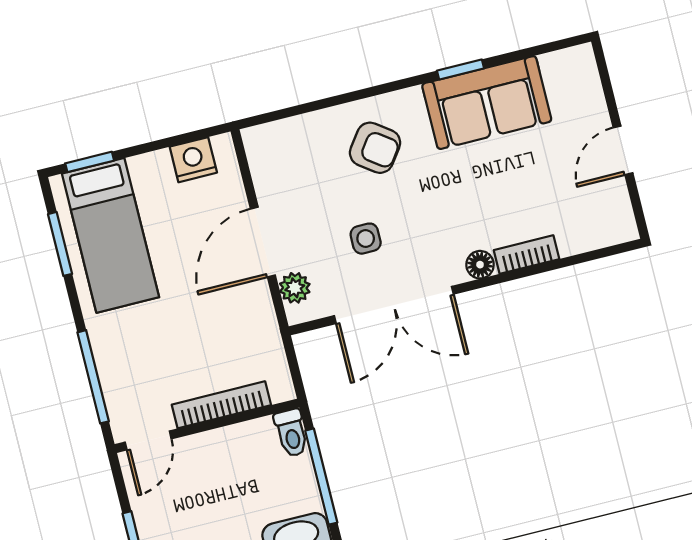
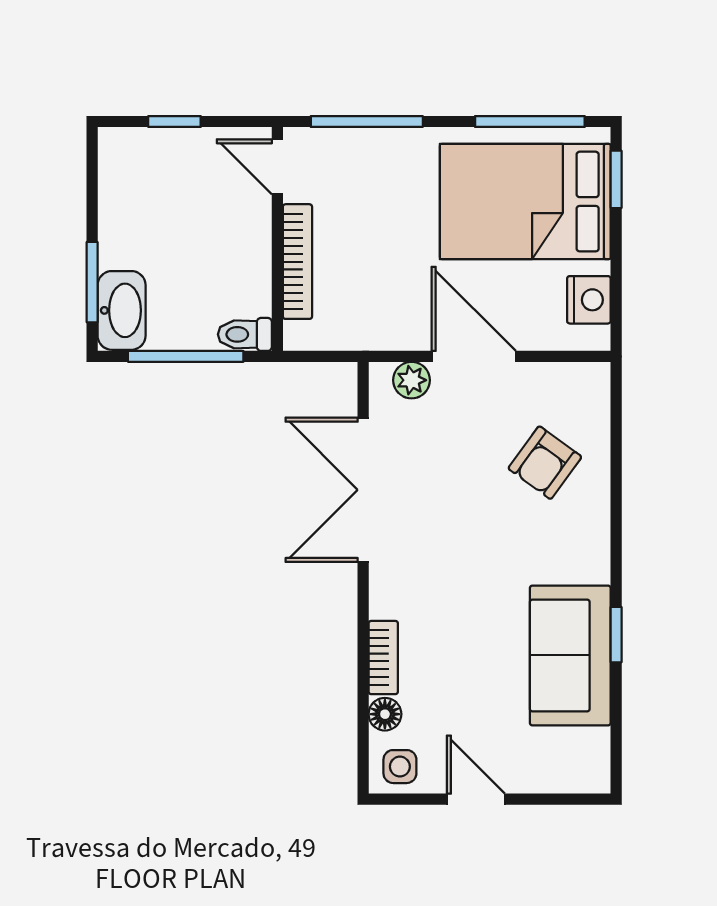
armchair: (375, 148) -> (545, 463), moved
bed: (110, 235) -> (525, 202), width x1.50
side table: (366, 239) -> (400, 767), moved
window: (60, 244) -> (530, 122), width x1.44
floor lamp: (480, 265) -> (385, 714), moved

